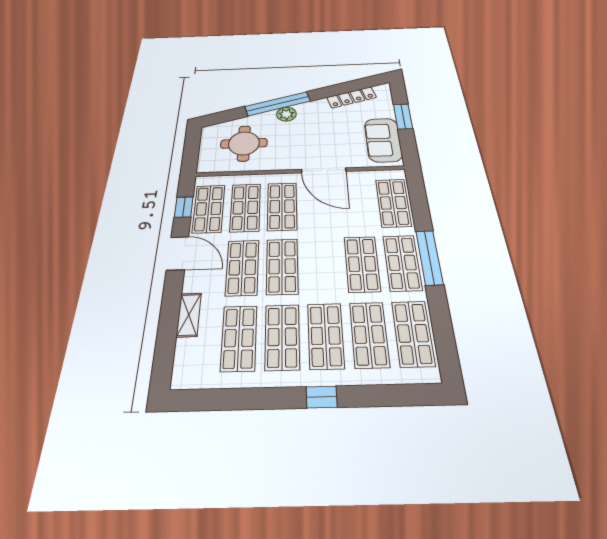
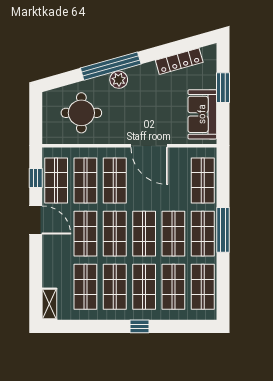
shop shelf: (322, 265) -> (144, 234), added
shelving: (189, 315) -> (49, 304), moved

